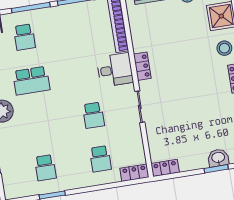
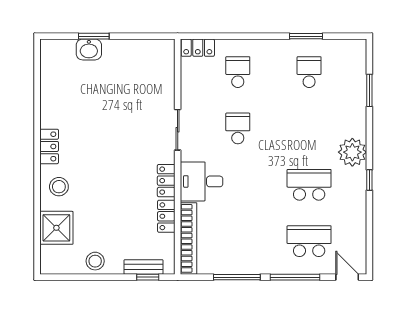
school desk: (24, 37) -> (309, 241), width x1.85
locker: (165, 168) -> (166, 216), moved, turned 90

